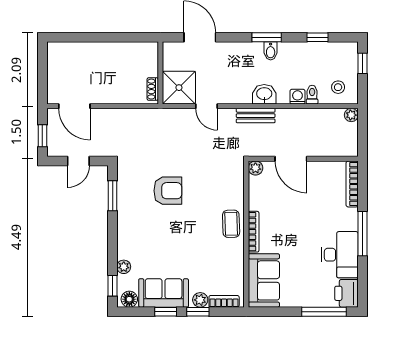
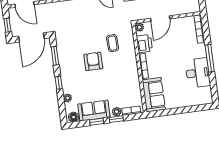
door: (291, 159) -> (160, 19), hinge flipped
door: (78, 161) -> (31, 37), width x1.88
armchair: (168, 191) -> (93, 61), moved, turned -90
coffee table: (231, 224) -> (113, 43), moved
window: (113, 286) -> (59, 83), moved
printer: (346, 293) -> (144, 44), moved, turned 180
window: (324, 312) -> (193, 109), removed

